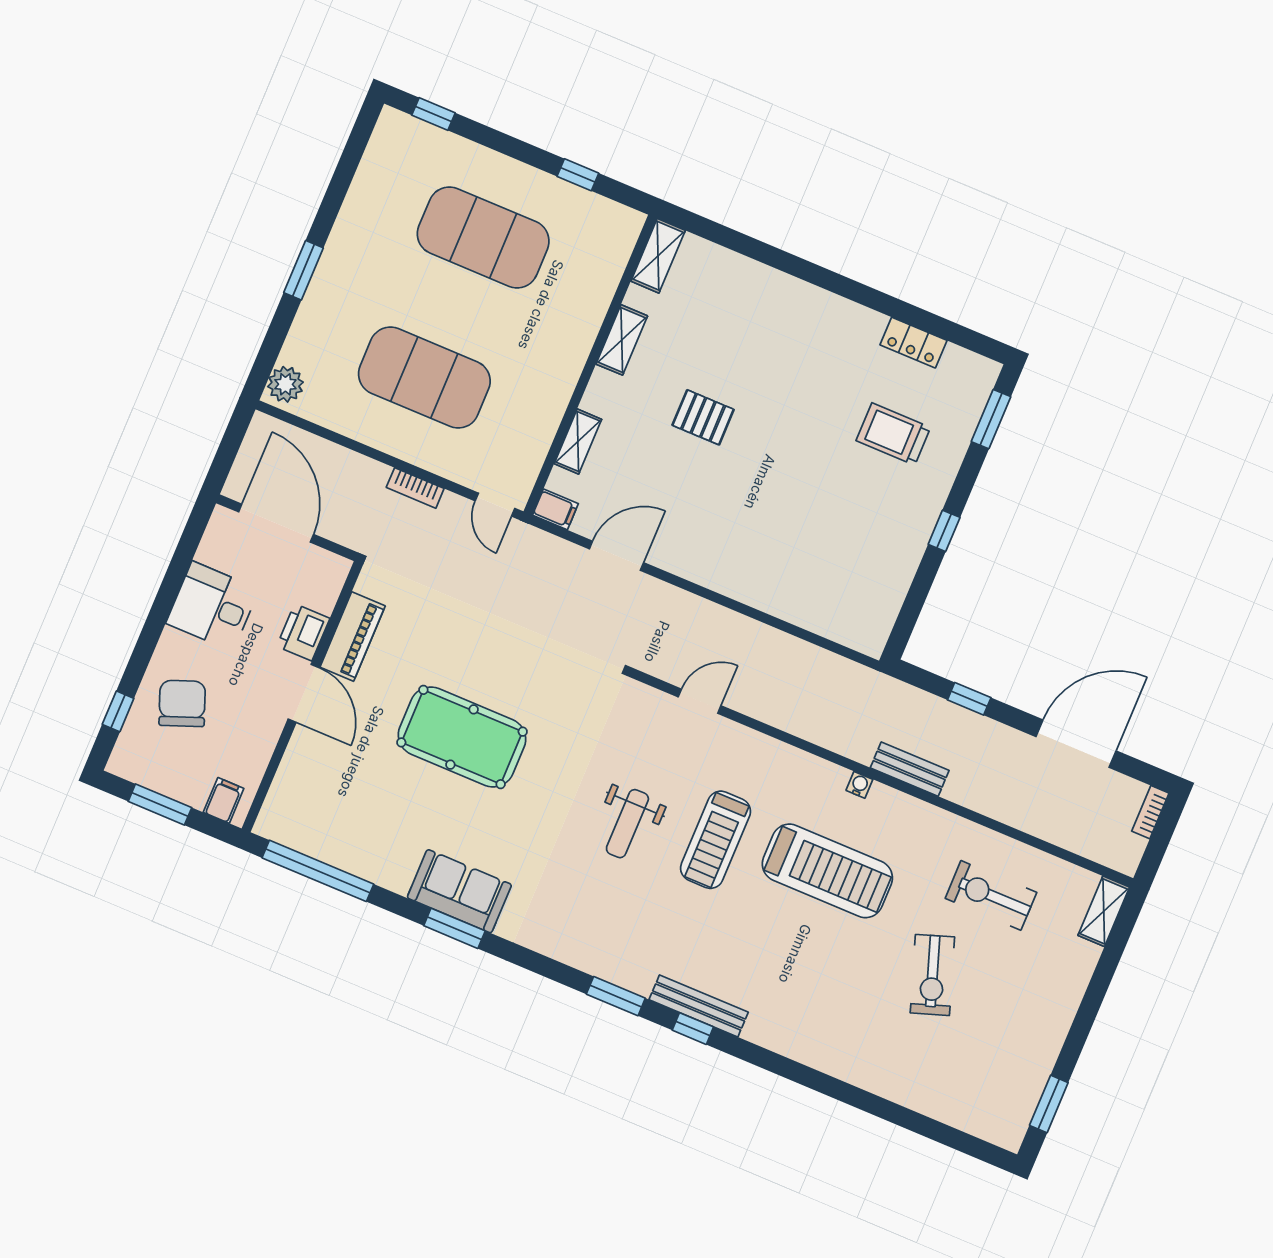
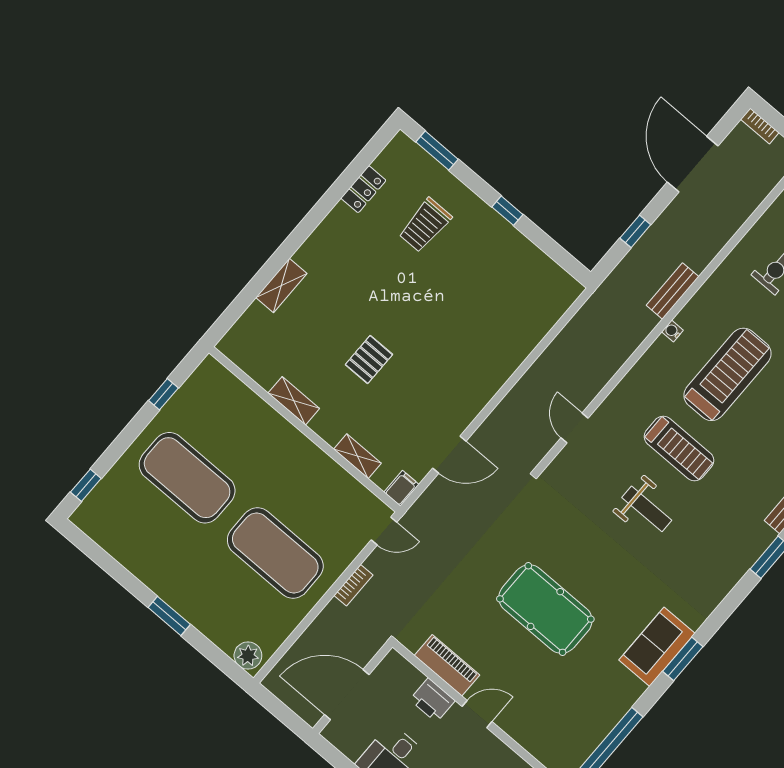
exercise mat: (483, 237) -> (187, 478), turned 90
shelving: (658, 256) -> (281, 285), moved, turned 90
exercise mat: (424, 378) -> (275, 553), turned 90
door: (616, 556) -> (449, 455), swing flipped
door: (304, 693) -> (477, 714), width x0.73
pool table: (462, 737) -> (545, 609), turned 90

